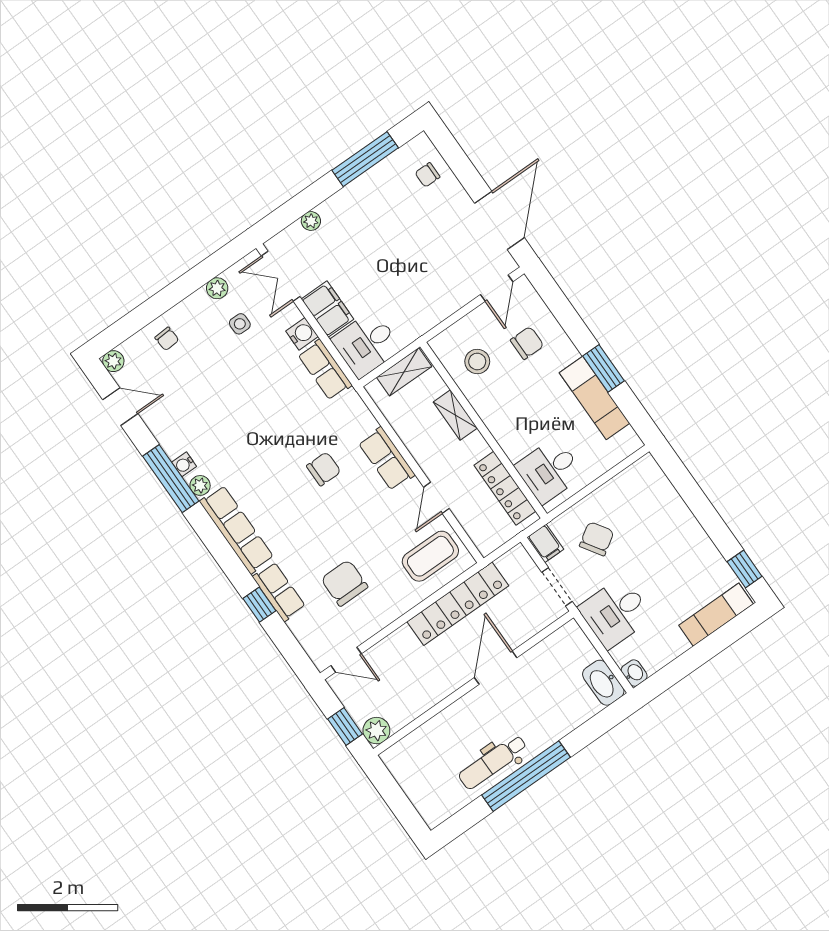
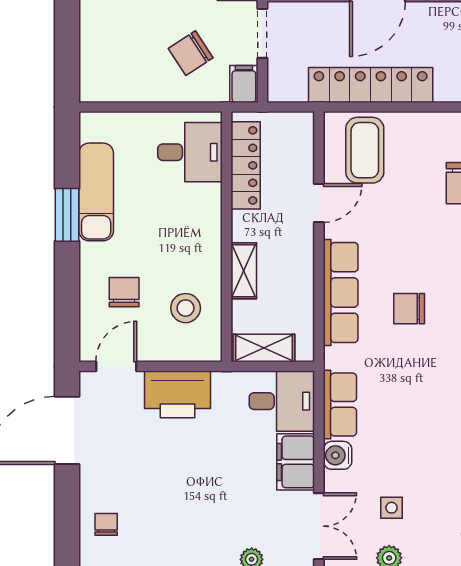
chair: (427, 175) -> (106, 524), turned -90
printer: (441, 298) -> (177, 394), added
chair: (527, 343) -> (124, 292), turned 90
row of seats: (387, 459) -> (341, 293), width x1.48
coffee table: (430, 556) -> (365, 150), turned 90

